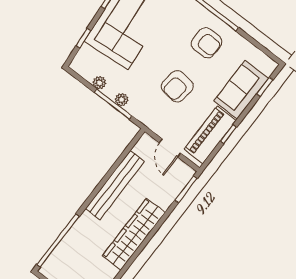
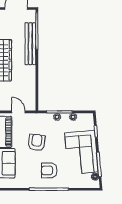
armchair: (207, 43) -> (49, 170), moved
bench: (115, 185) -> (30, 44), moved

